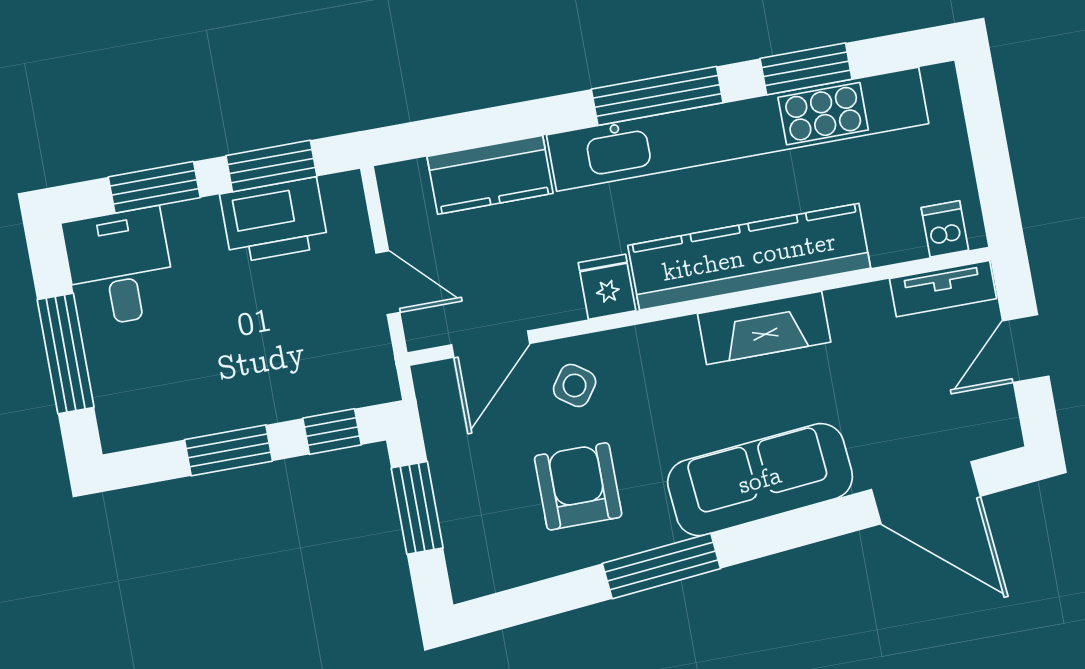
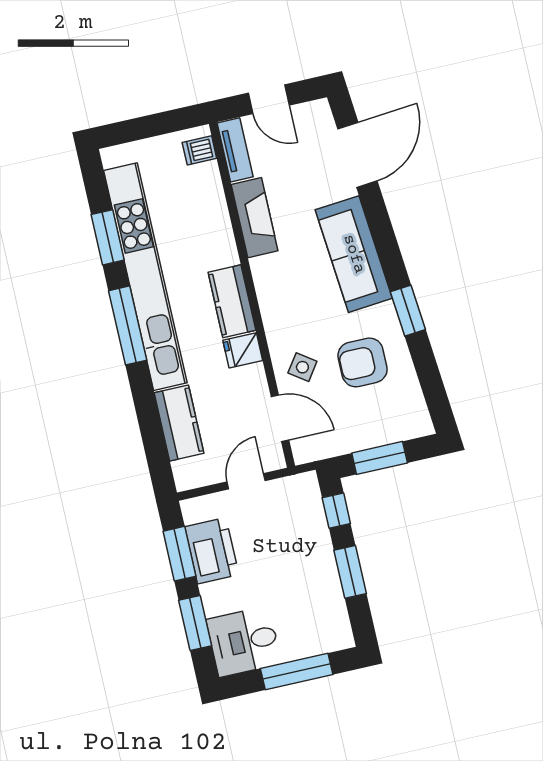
kitchen counter: (749, 257) -> (232, 301), width x0.48, depth x0.86
fireplace: (764, 328) -> (255, 218), moved
window: (661, 566) -> (408, 311), width x0.69

